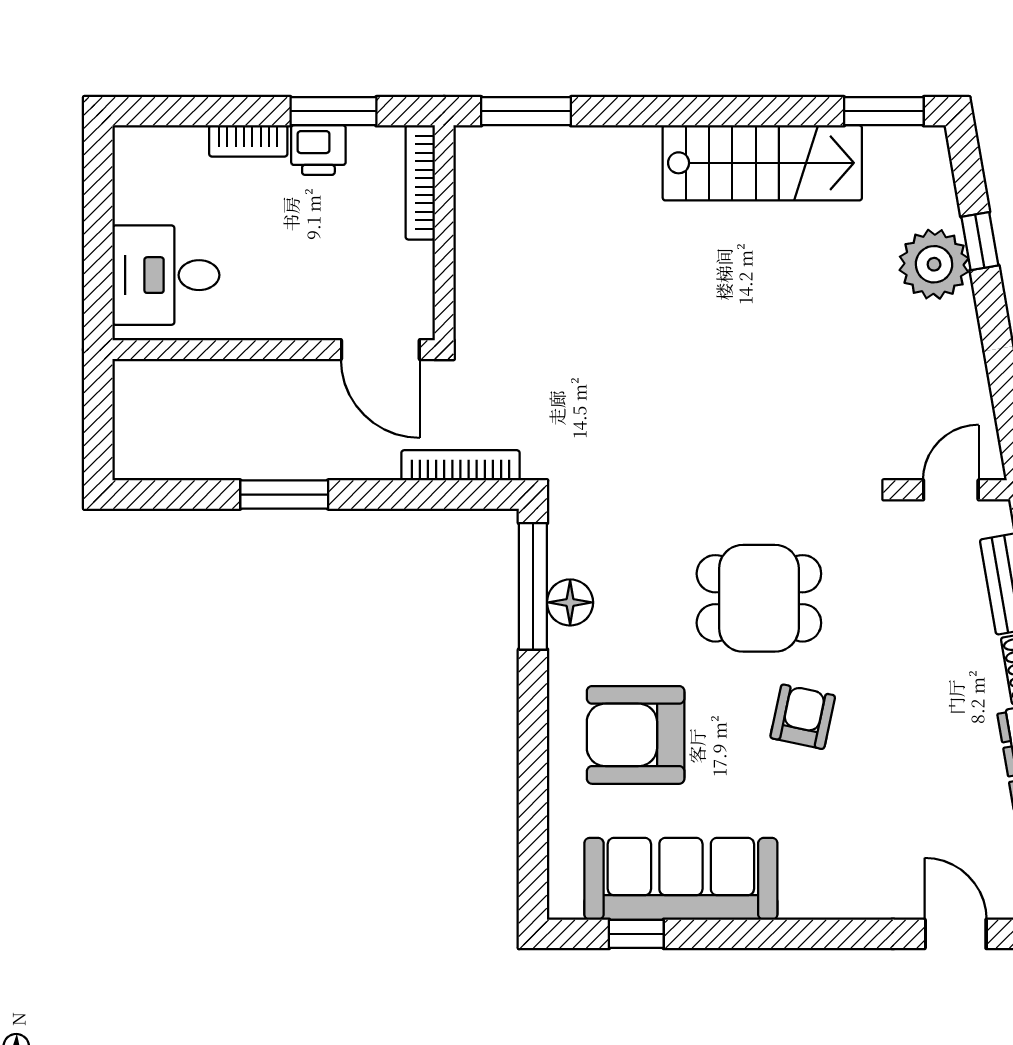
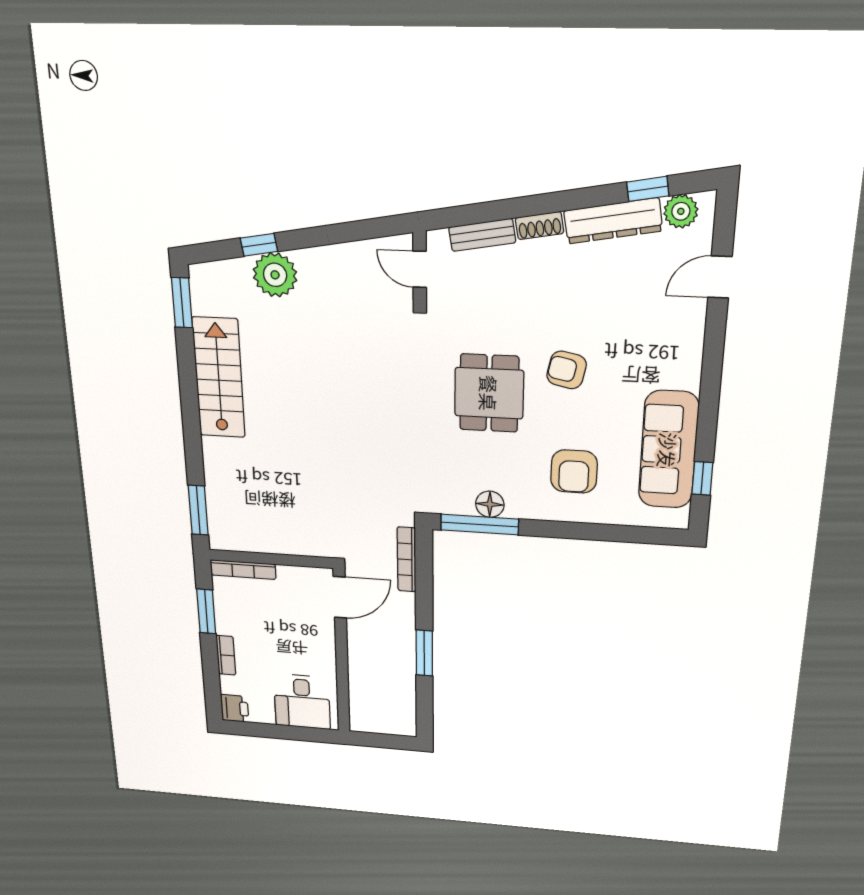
printer: (318, 150) -> (235, 708), moved
armchair: (636, 735) -> (574, 471), width x0.73, depth x0.73

